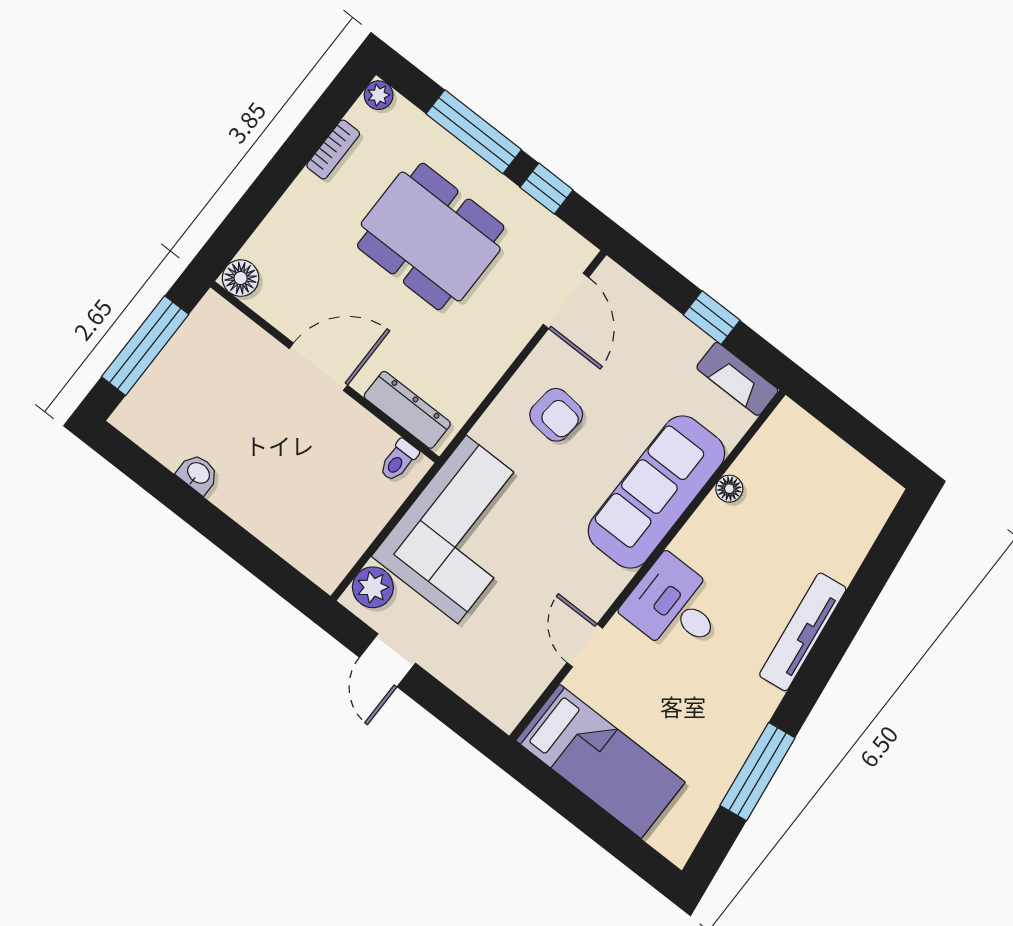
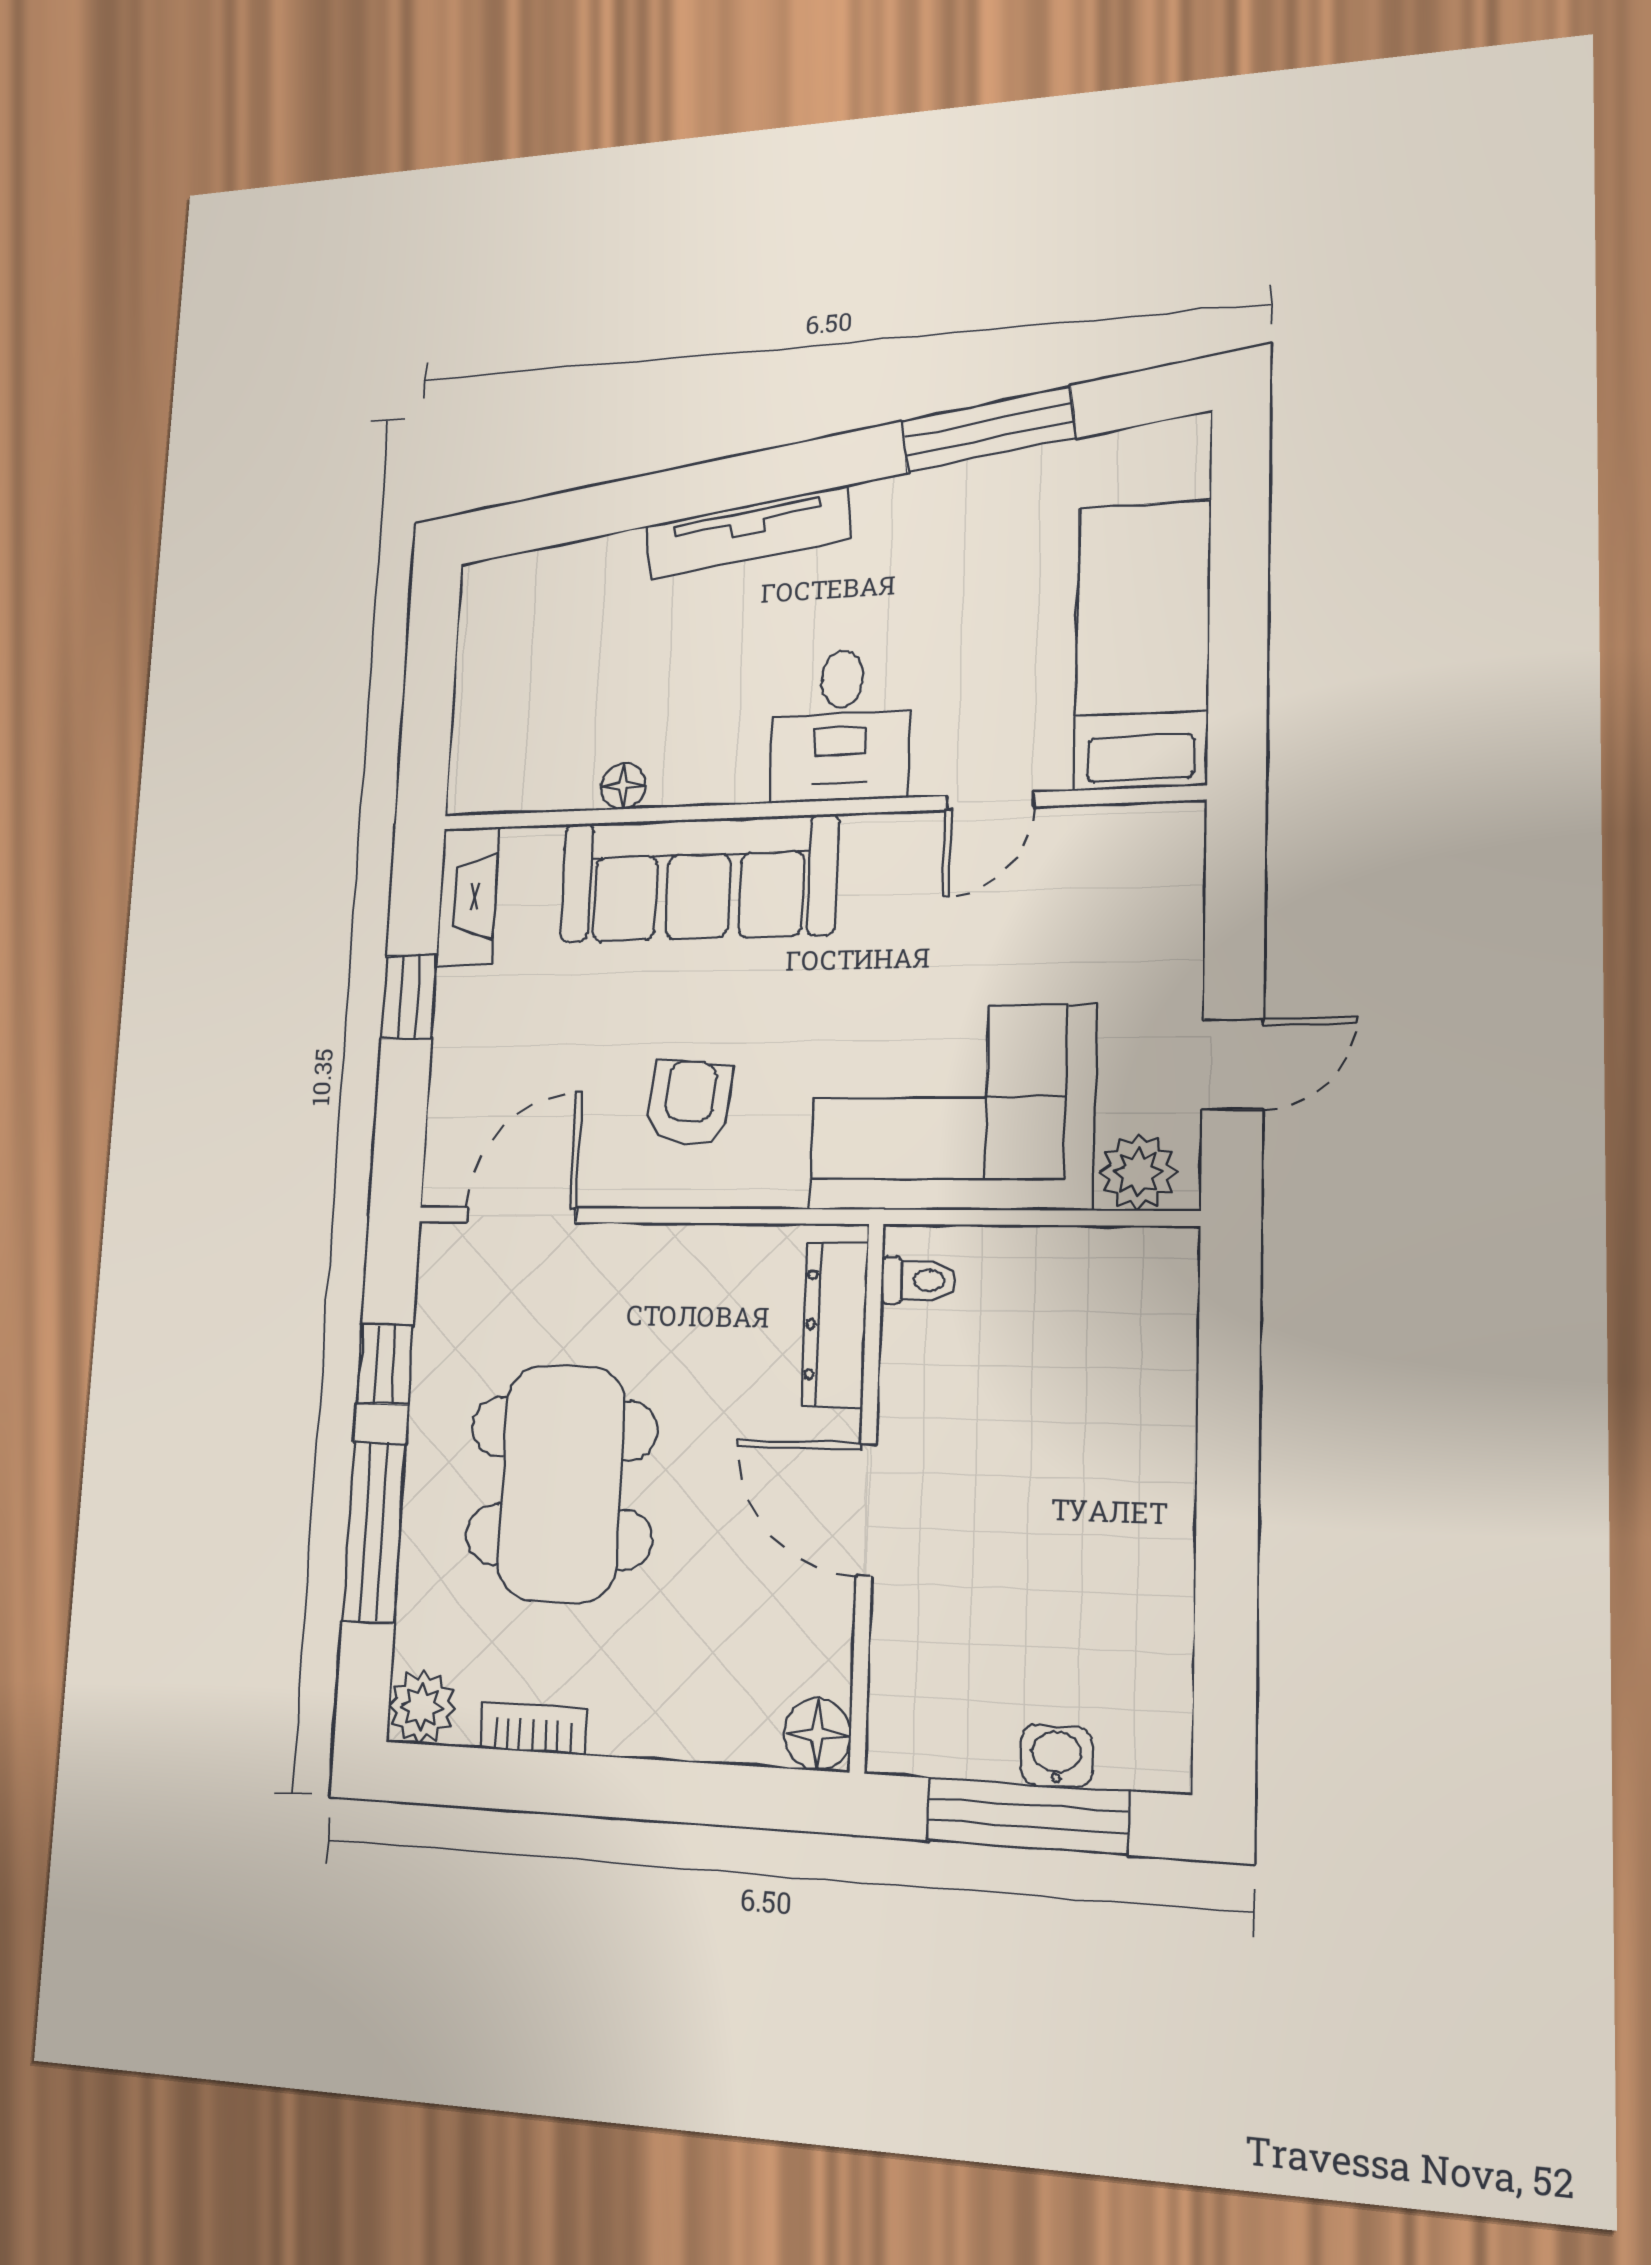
plant: (379, 95) -> (422, 1707), width x1.38, depth x1.38
washbasin: (198, 474) -> (1057, 1756), moved, turned 90

